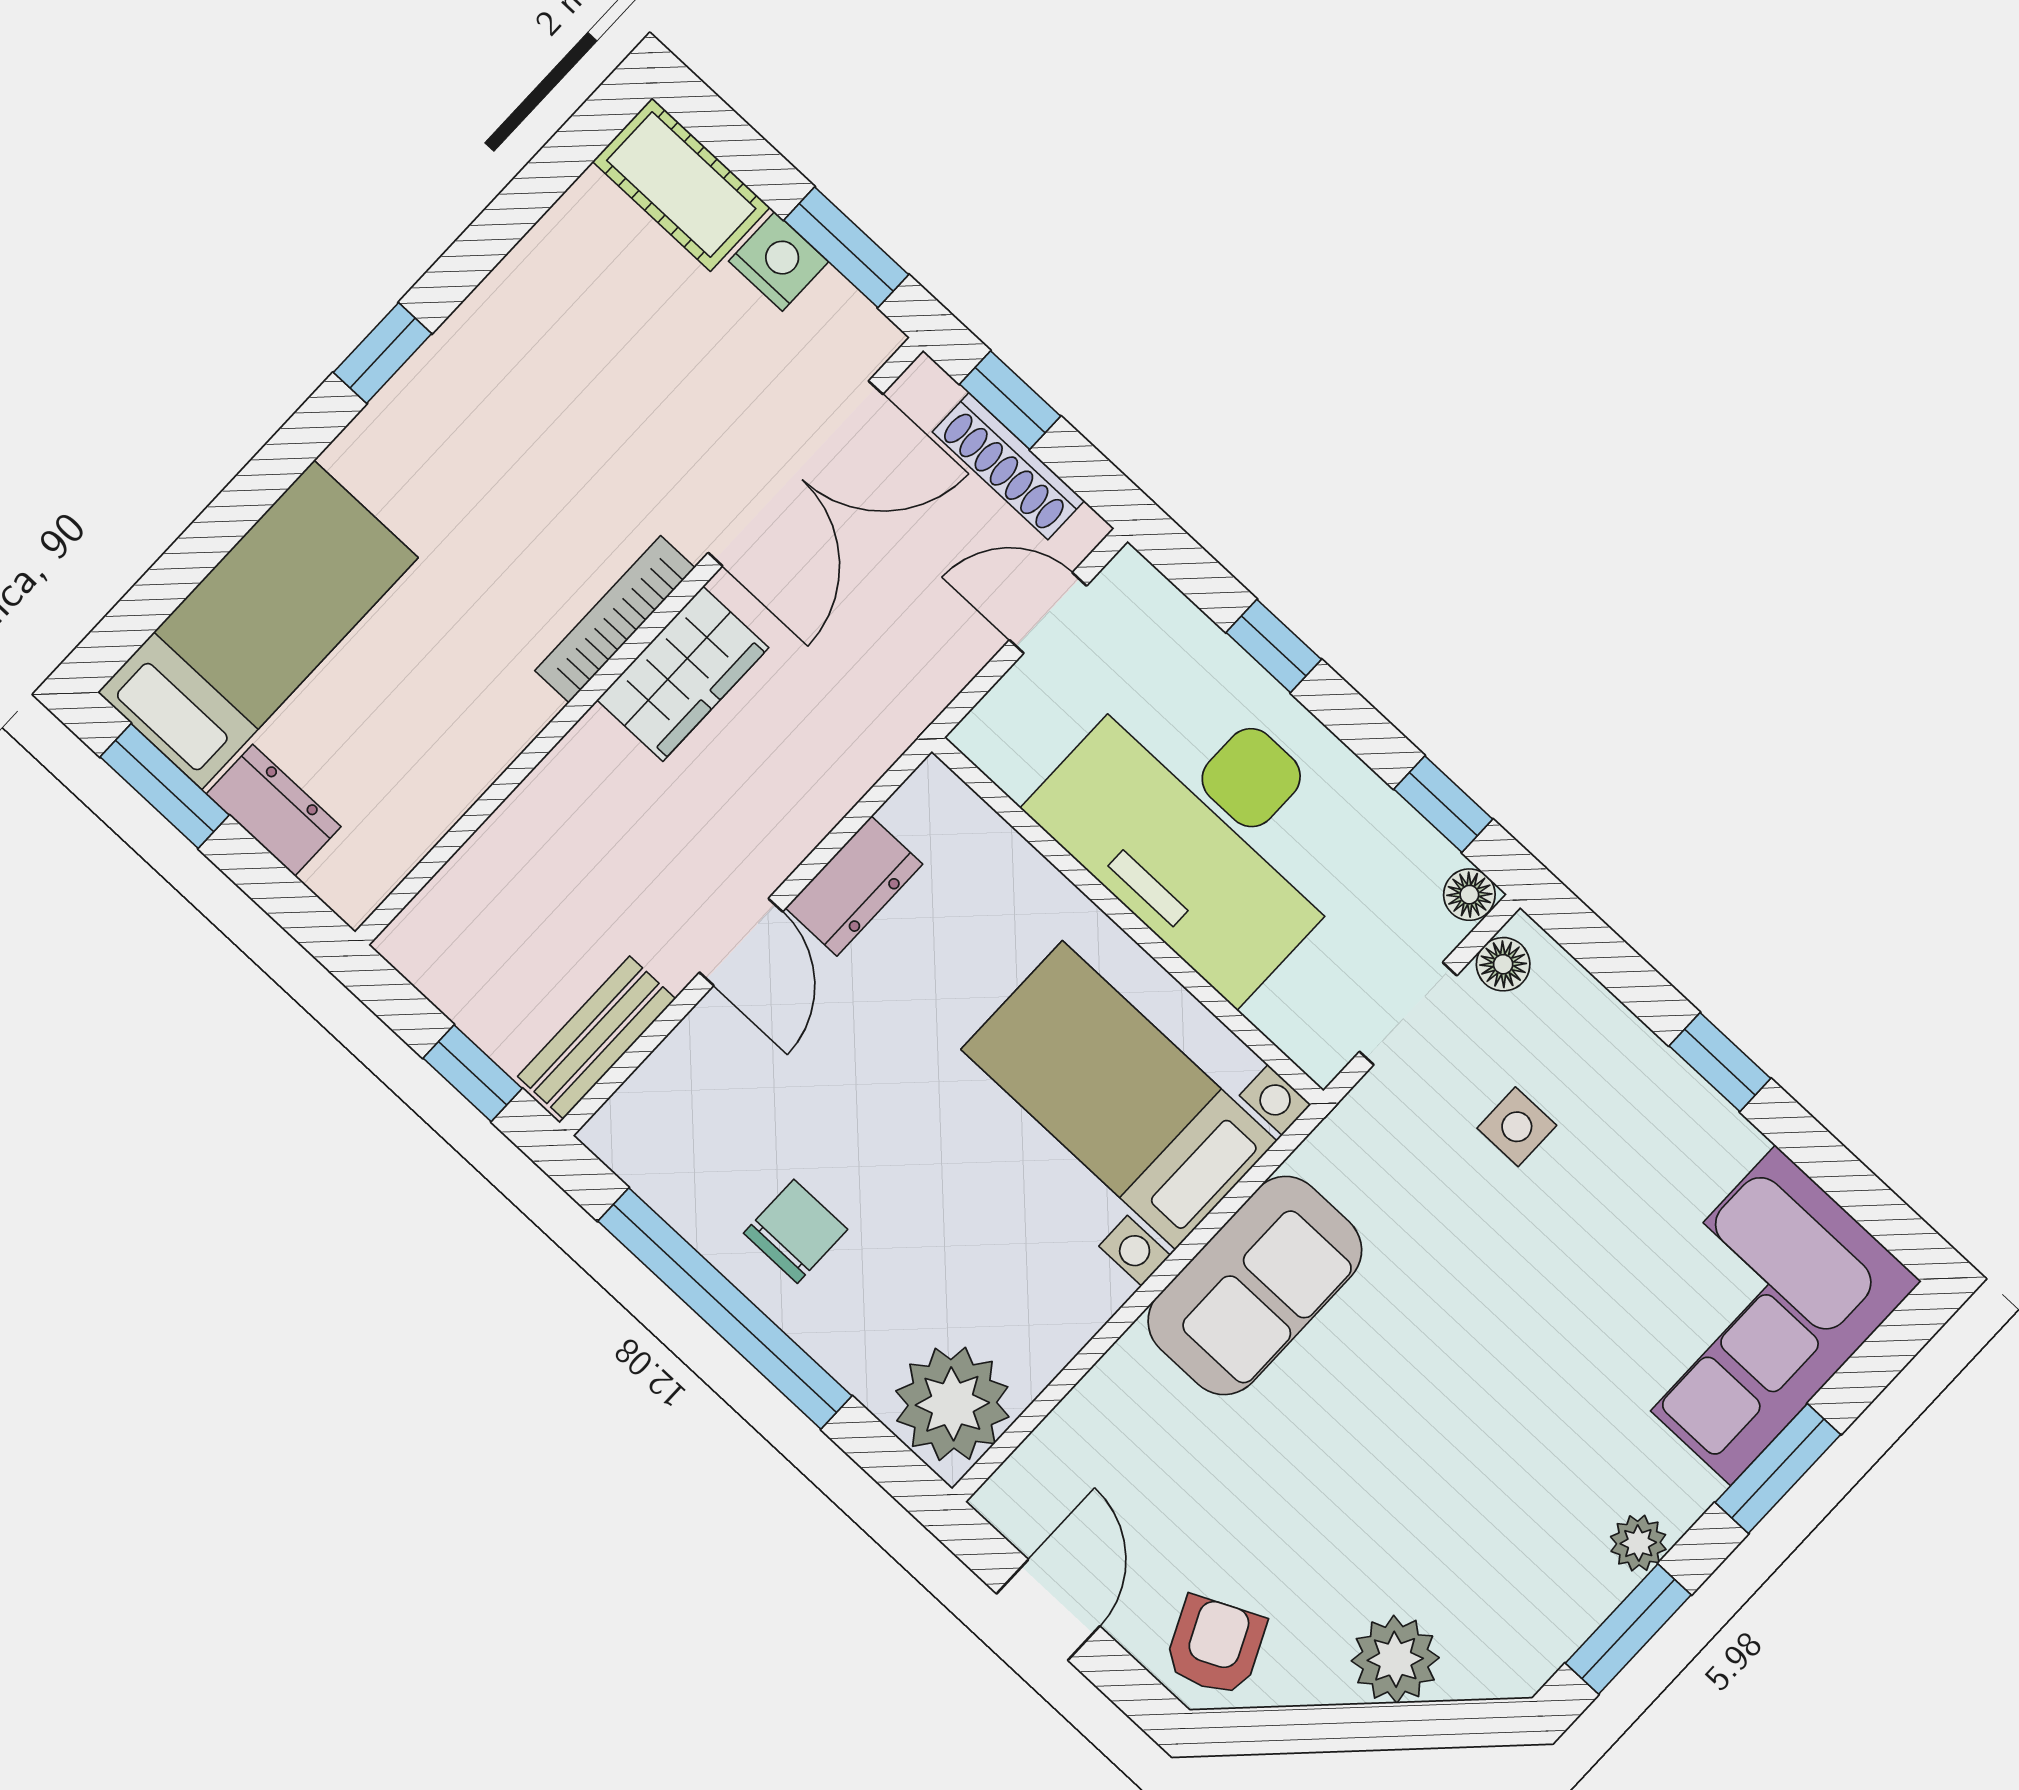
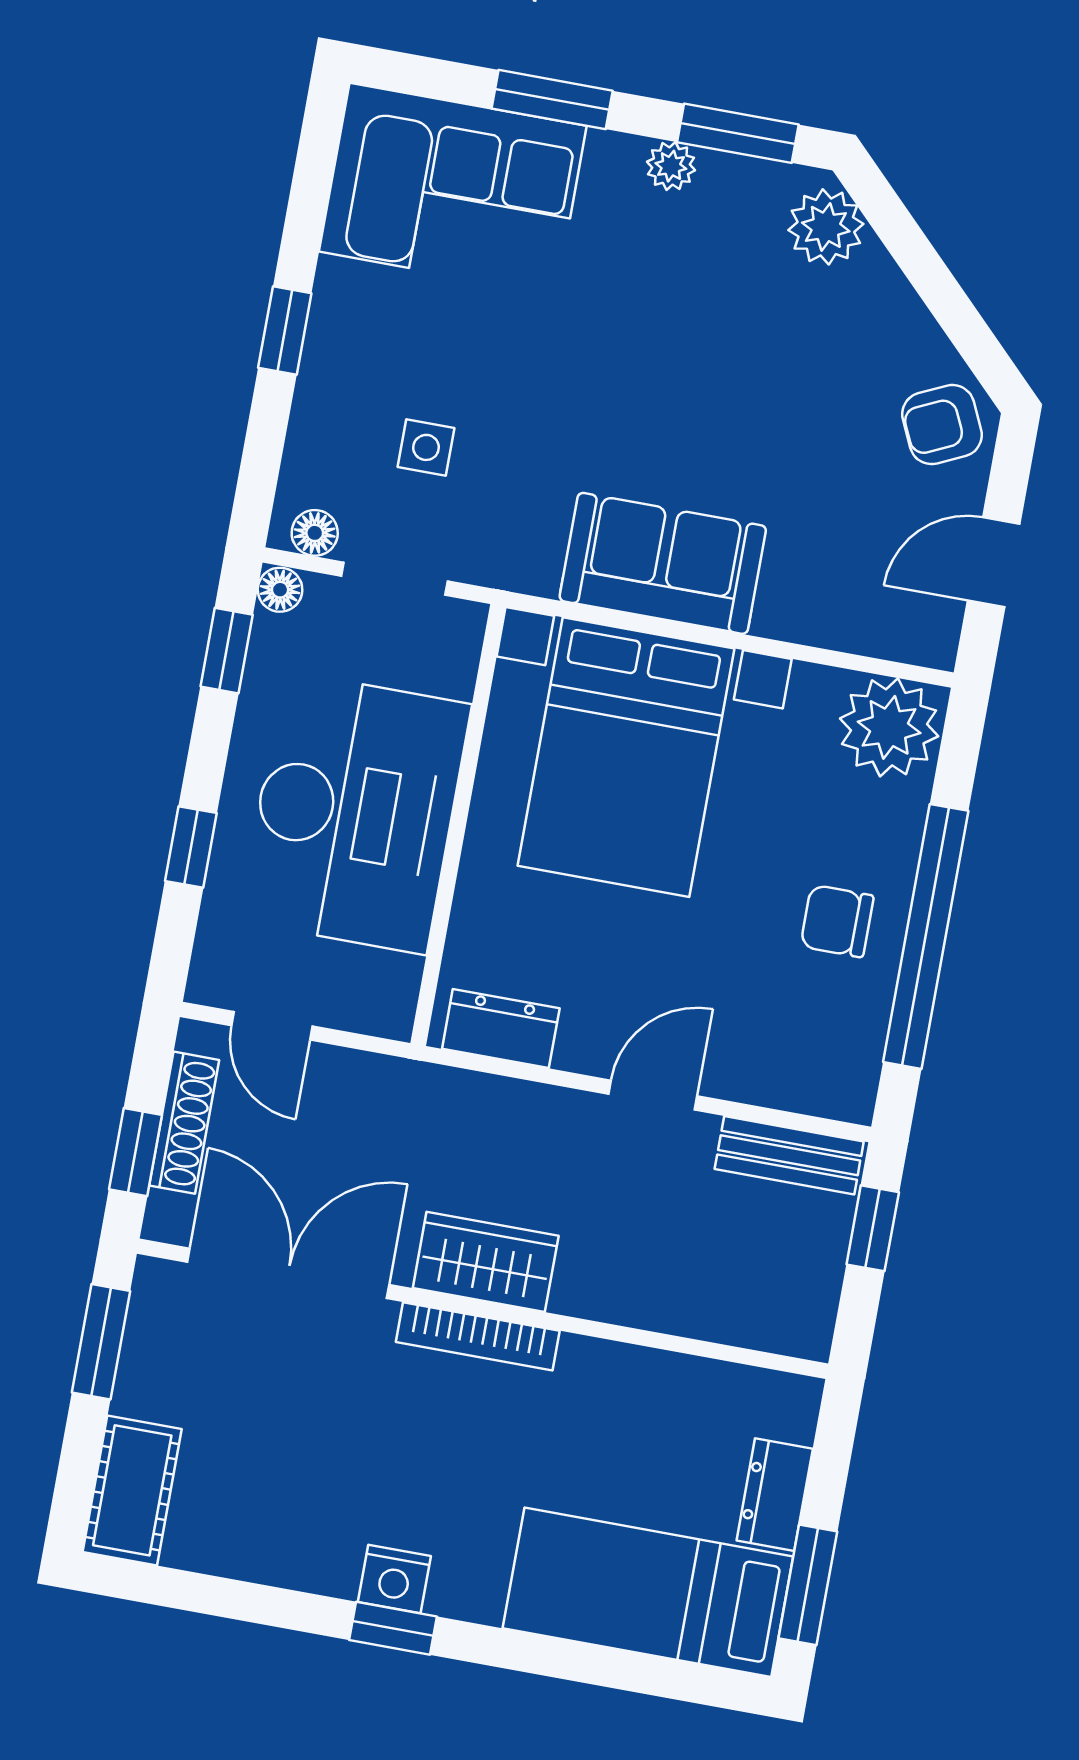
nightstand: (778, 262) -> (394, 1579), moved, turned -90
dresser: (854, 886) -> (501, 1028), moved
bed with nightstands: (1119, 1095) -> (626, 757), width x1.36
plant: (1395, 1659) -> (826, 227), moved

